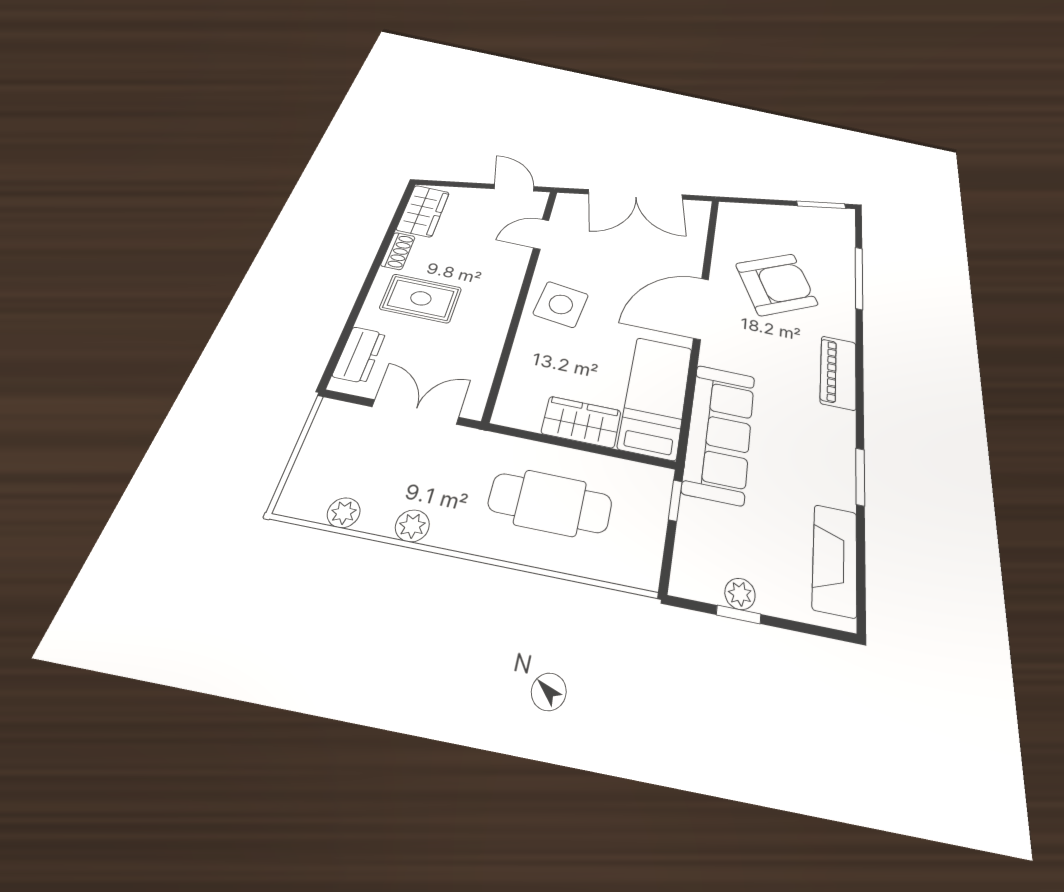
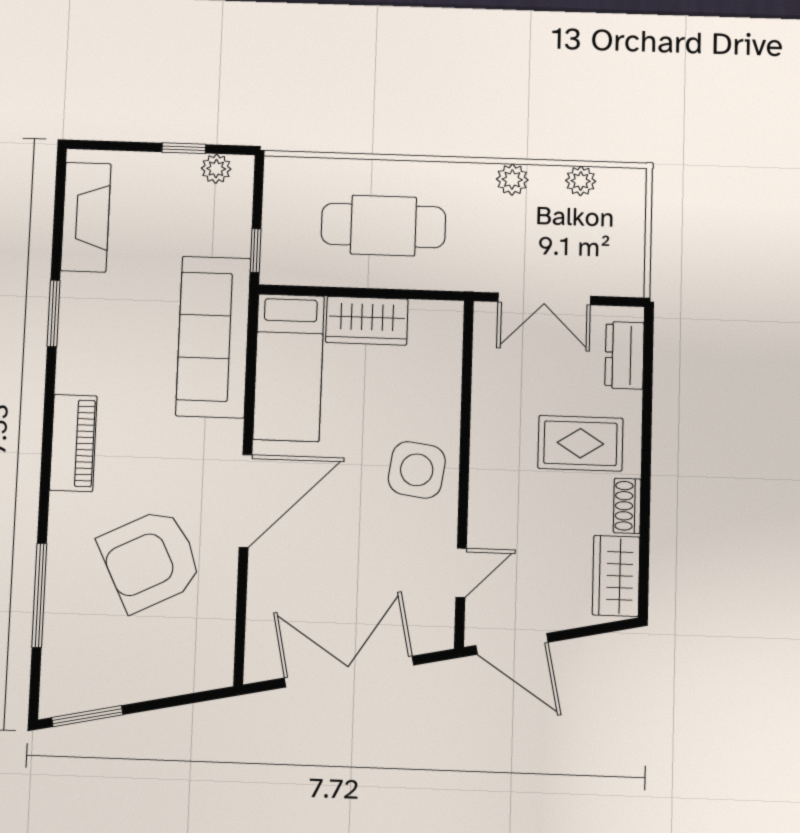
door: (514, 188) -> (512, 644), width x1.38
plant: (740, 594) -> (216, 169), moved

